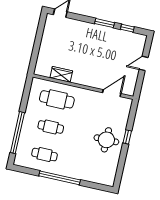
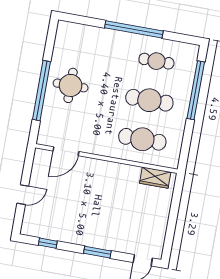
window: (105, 23) -> (97, 252), moved
wardrobe: (61, 74) -> (155, 178), moved
cafe table: (51, 127) -> (149, 100), width x1.37, depth x1.35
window: (127, 137) -> (42, 91), width x3.17

